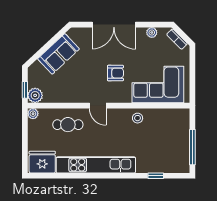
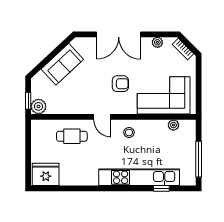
plant: (33, 114) -> (173, 125), moved
stool: (138, 118) -> (129, 132), moved
kitchen unit: (96, 165) -> (139, 177), moved

